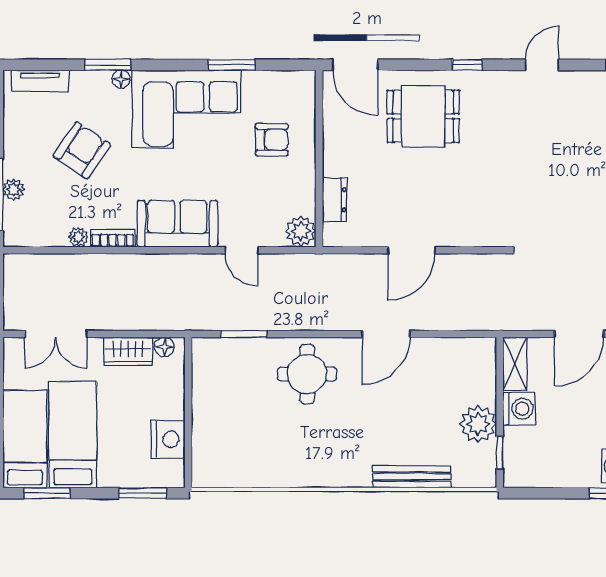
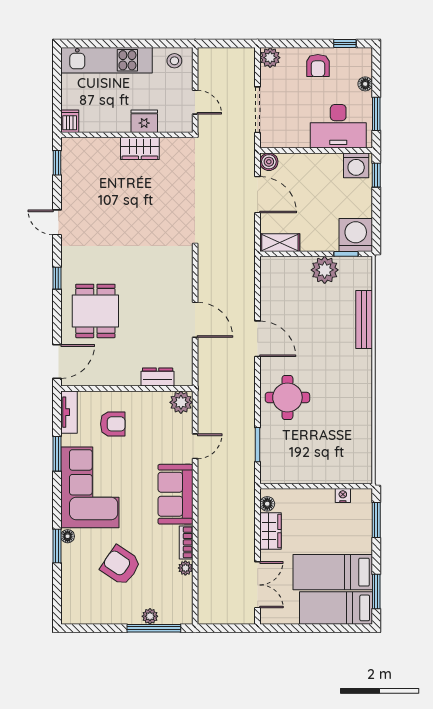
tv unit: (40, 81) -> (69, 412), moved
armchair: (272, 140) -> (113, 424), turned 90
washing machine: (519, 409) -> (356, 235), moved, width x1.37, depth x1.37
nightstand: (168, 439) -> (343, 495), width x0.53, depth x0.56

